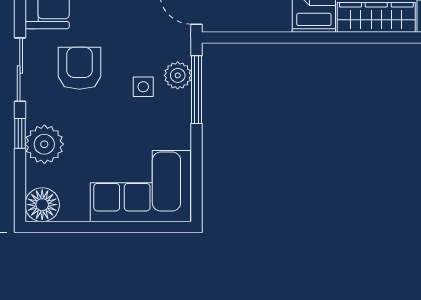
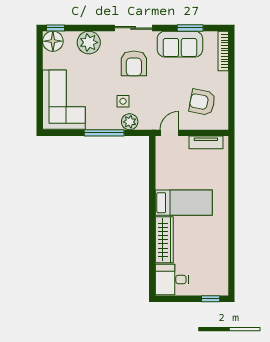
armchair: (79, 68) -> (134, 63), turned 90
window: (197, 90) -> (104, 133), moved
window: (20, 133) -> (56, 28), moved

